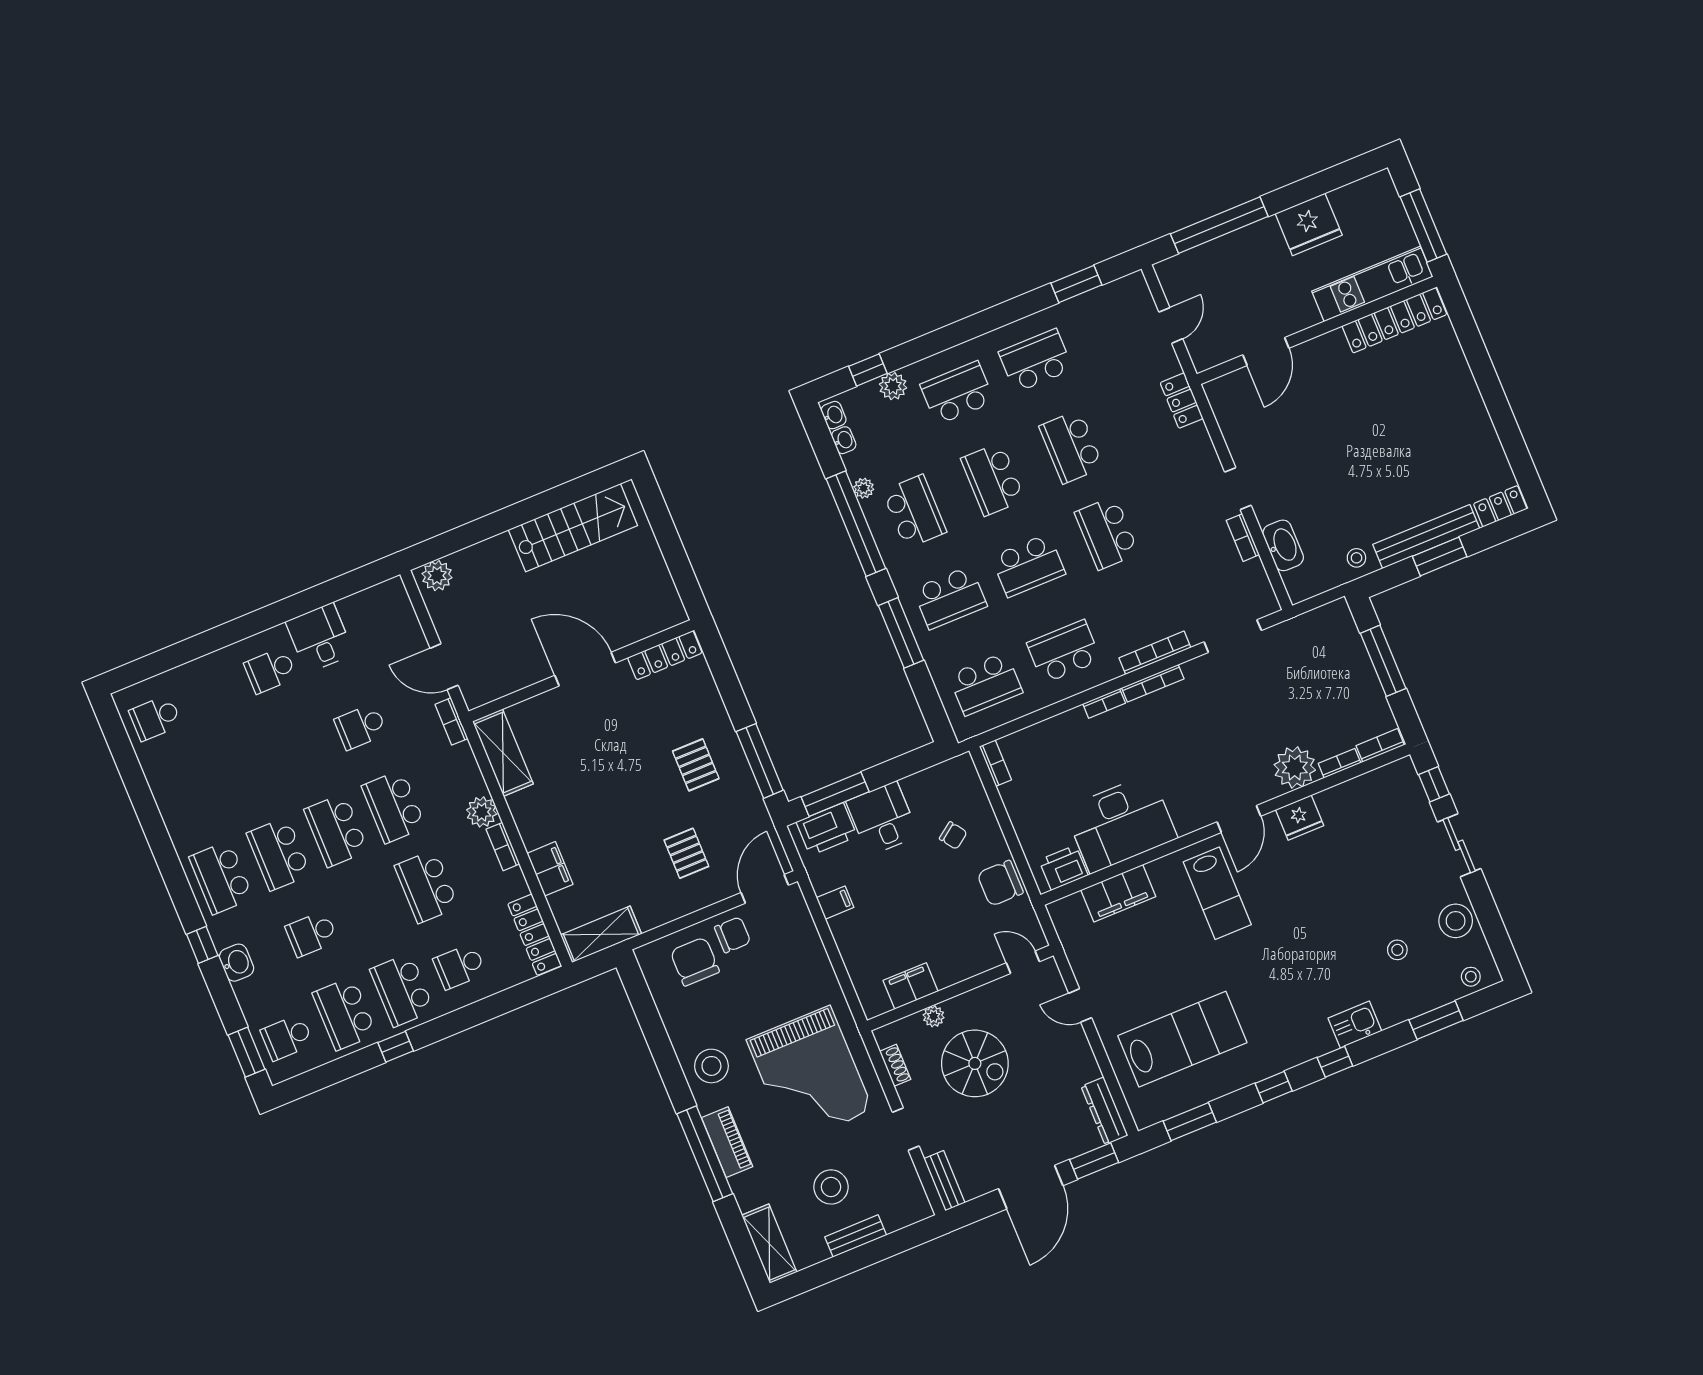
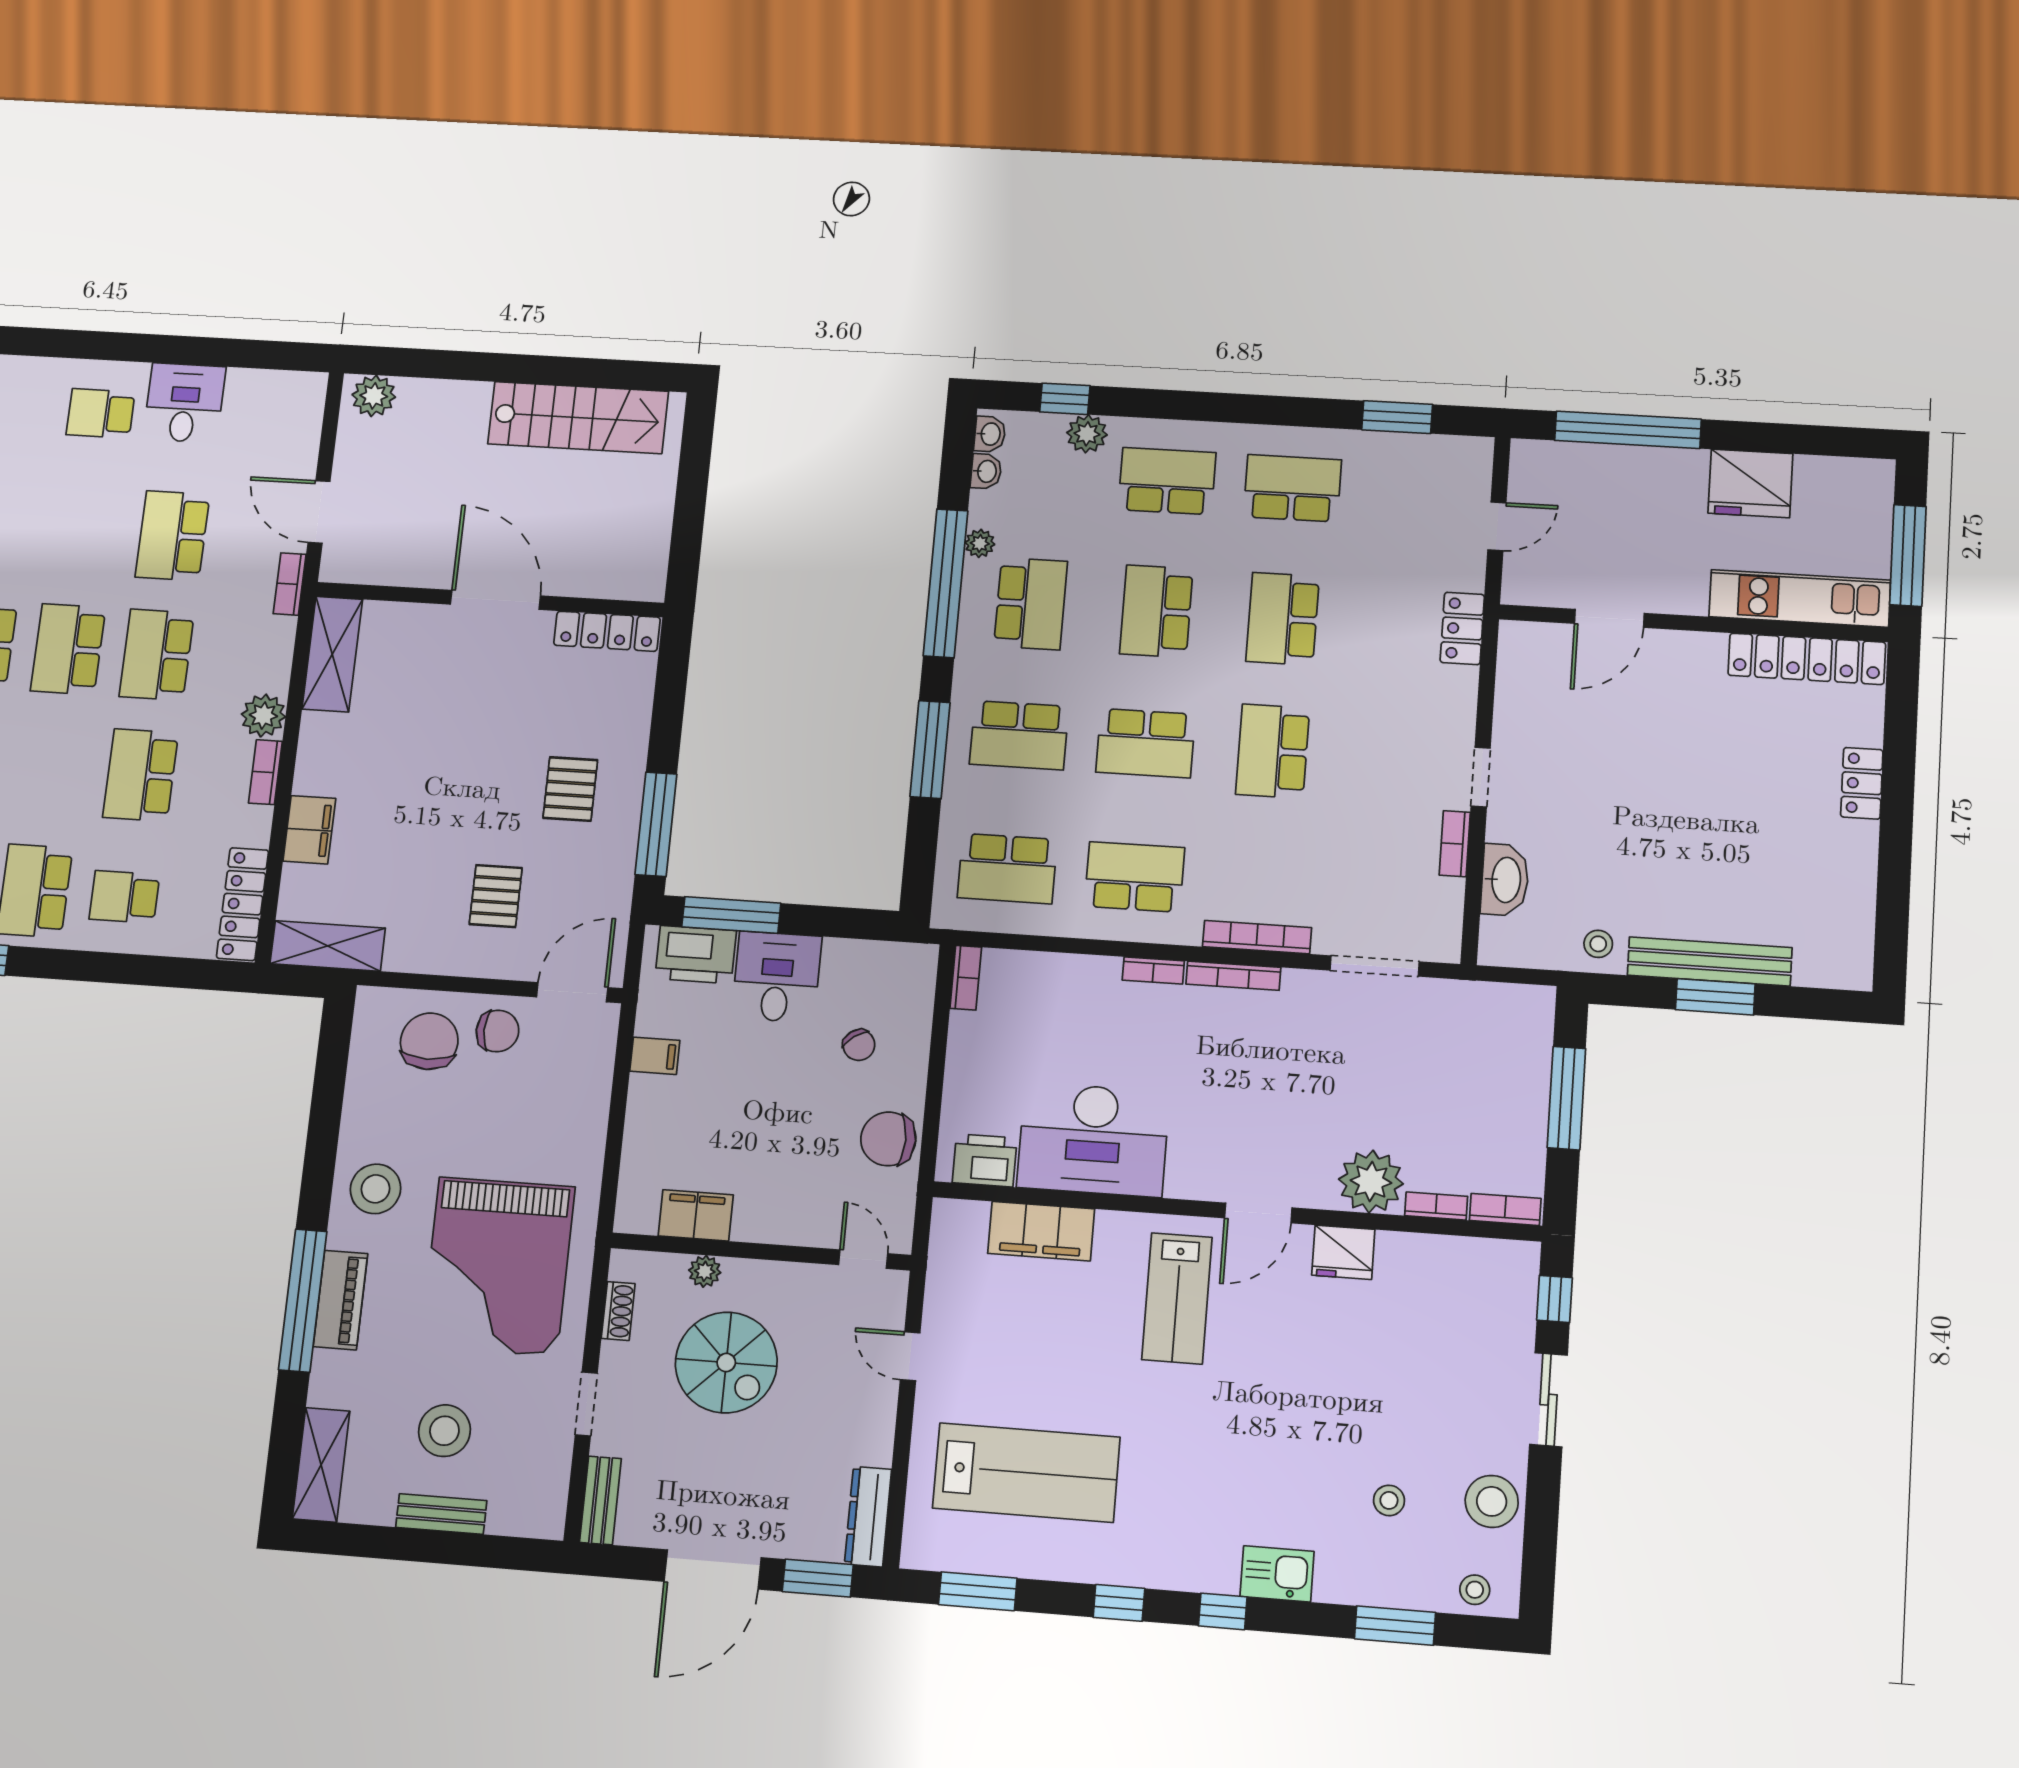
locker: (1500, 506) -> (1862, 783), moved, turned -90
school desk: (361, 727) -> (173, 536), width x1.85

